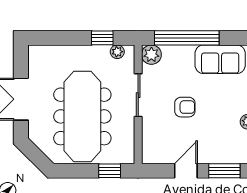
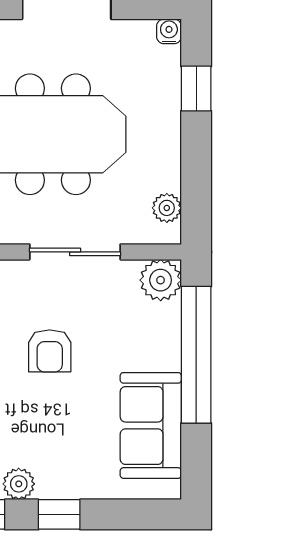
window: (102, 38) -> (196, 89), moved
water cooler: (34, 51) -> (169, 31), added

